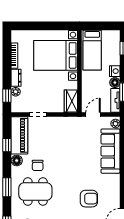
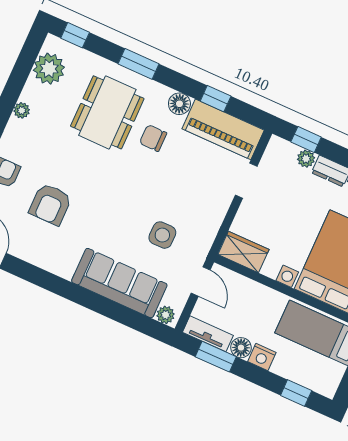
side table: (80, 141) -> (162, 235), added

